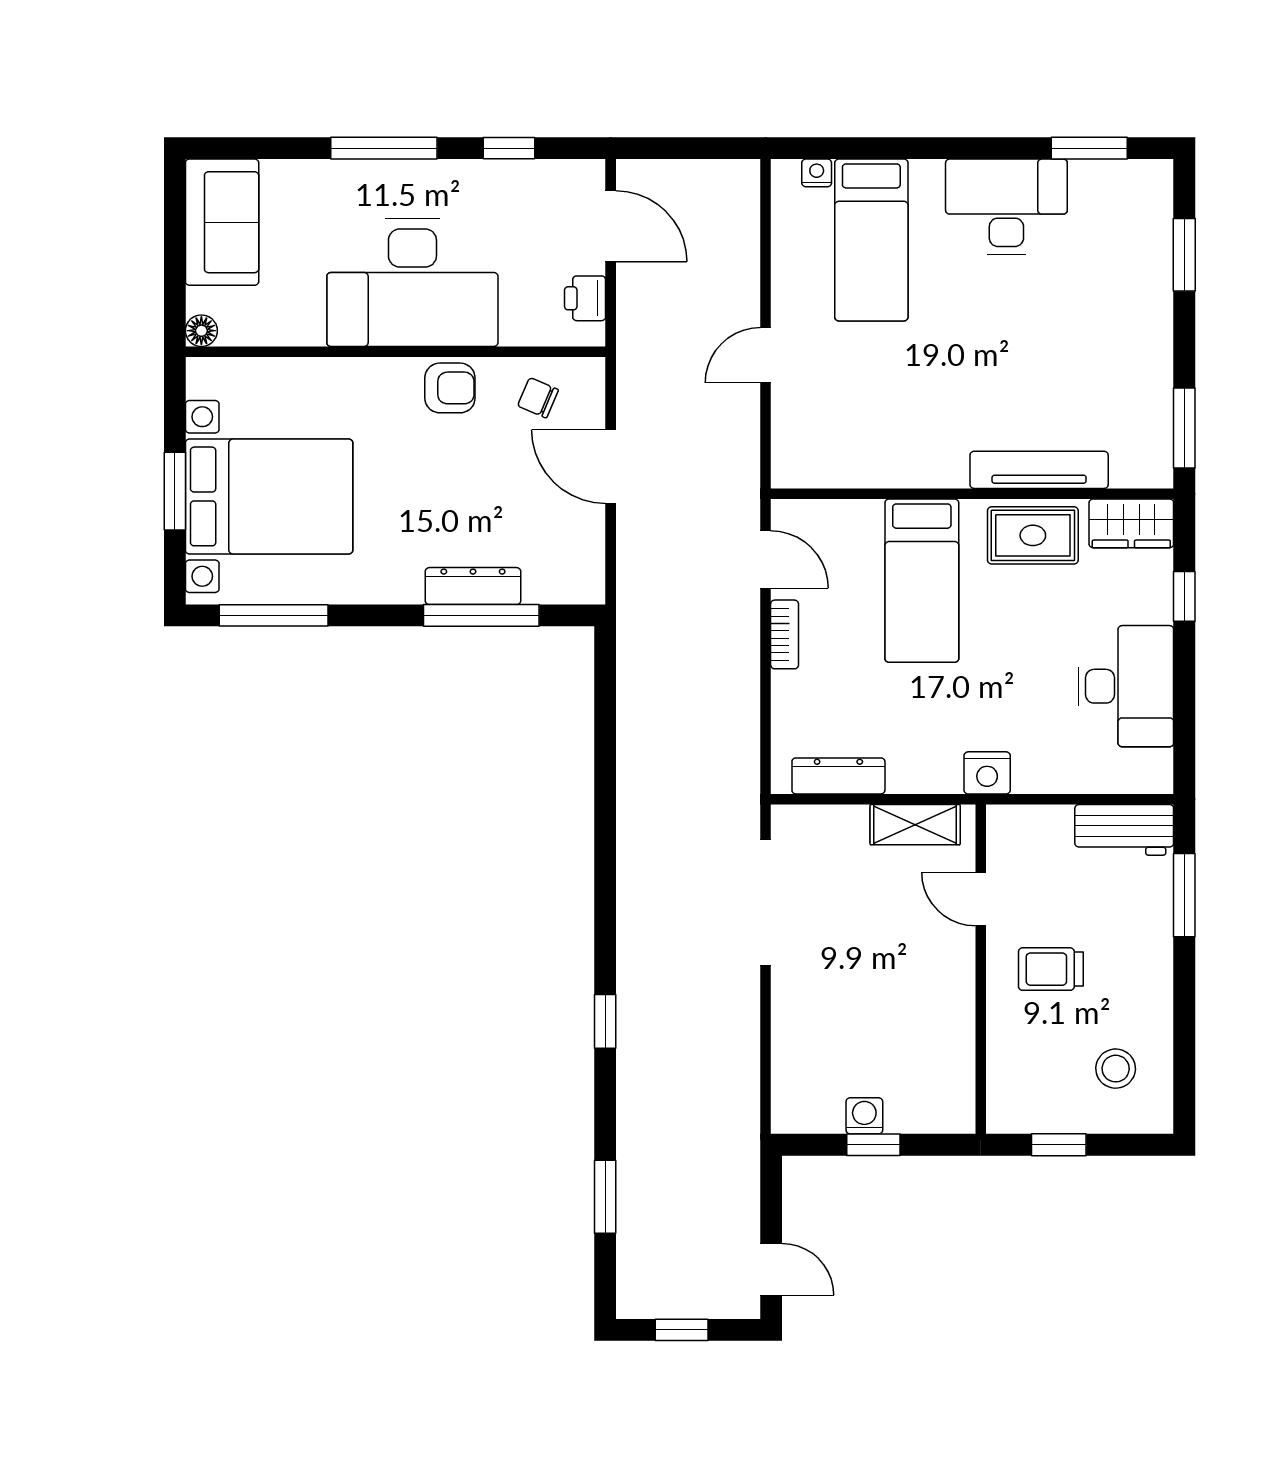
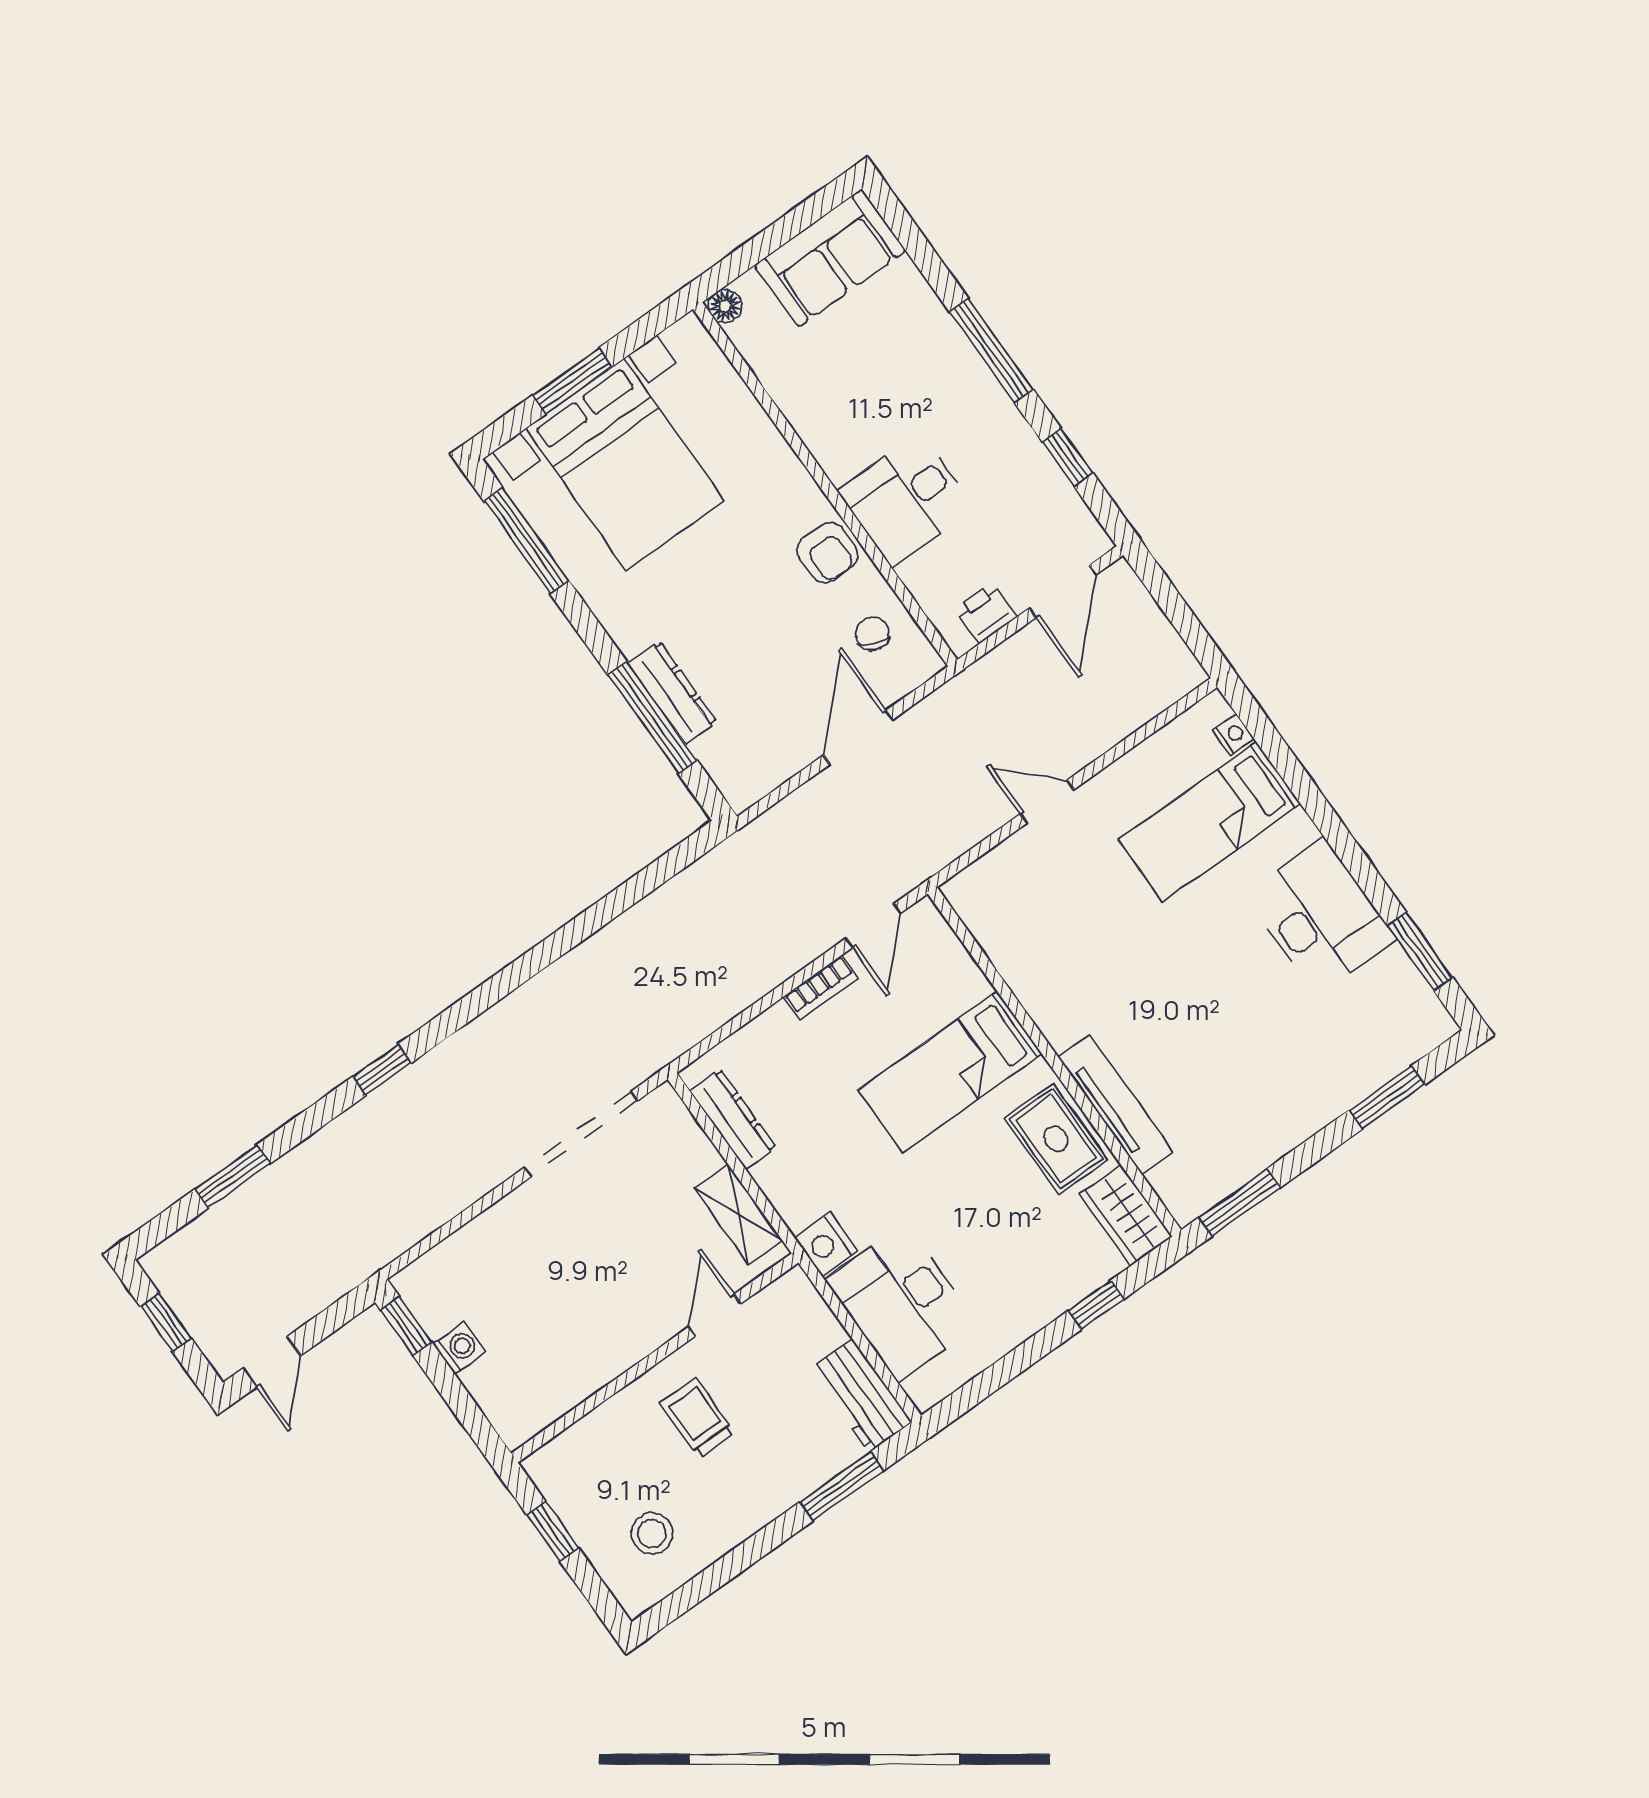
desk: (412, 283) -> (906, 500), width x0.53, depth x0.77
desk: (1126, 686) -> (901, 1302), moved, turned 90
window: (873, 1145) -> (406, 1326), moved

